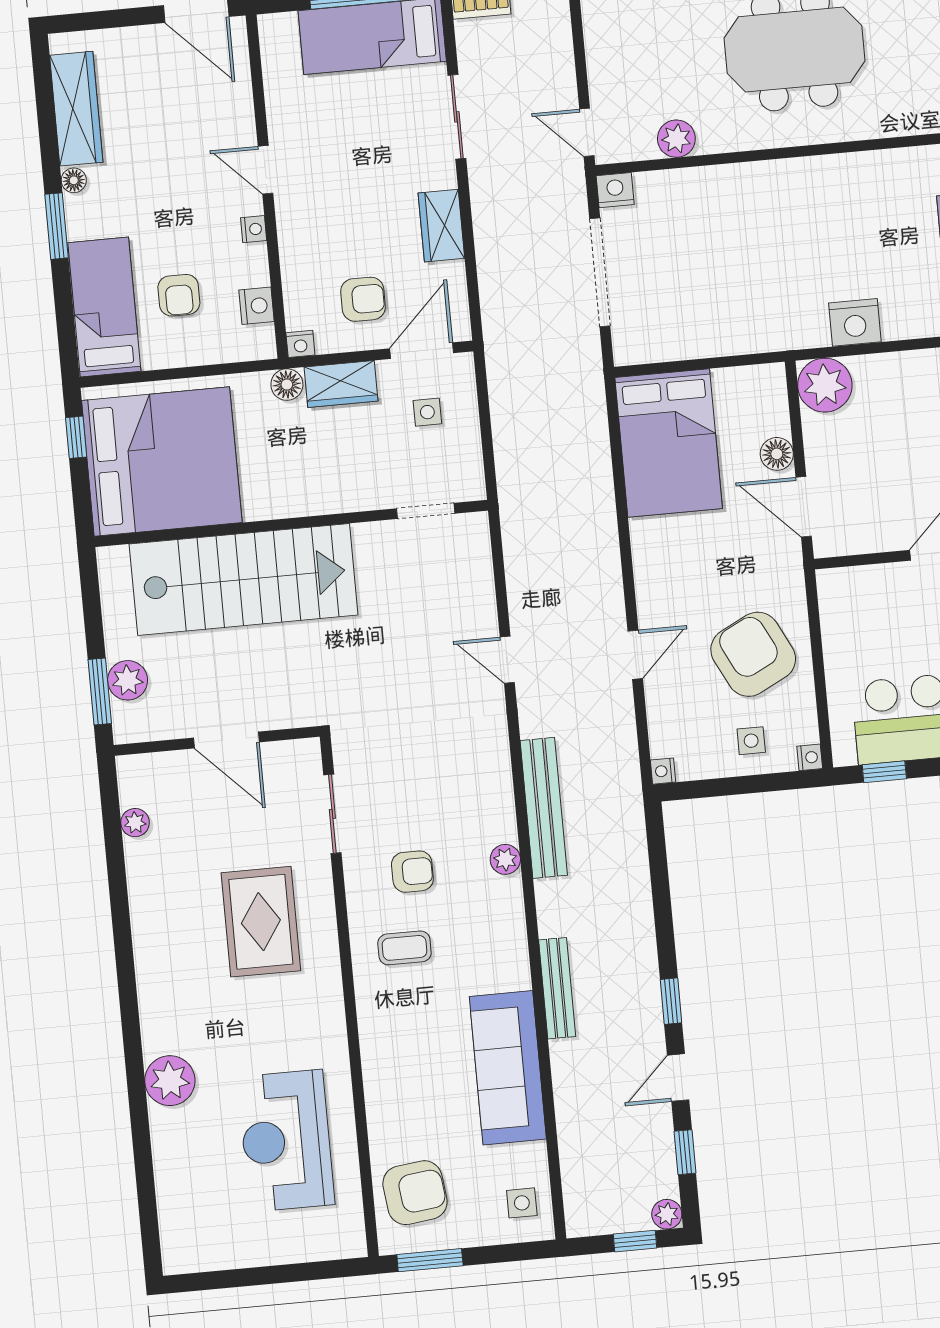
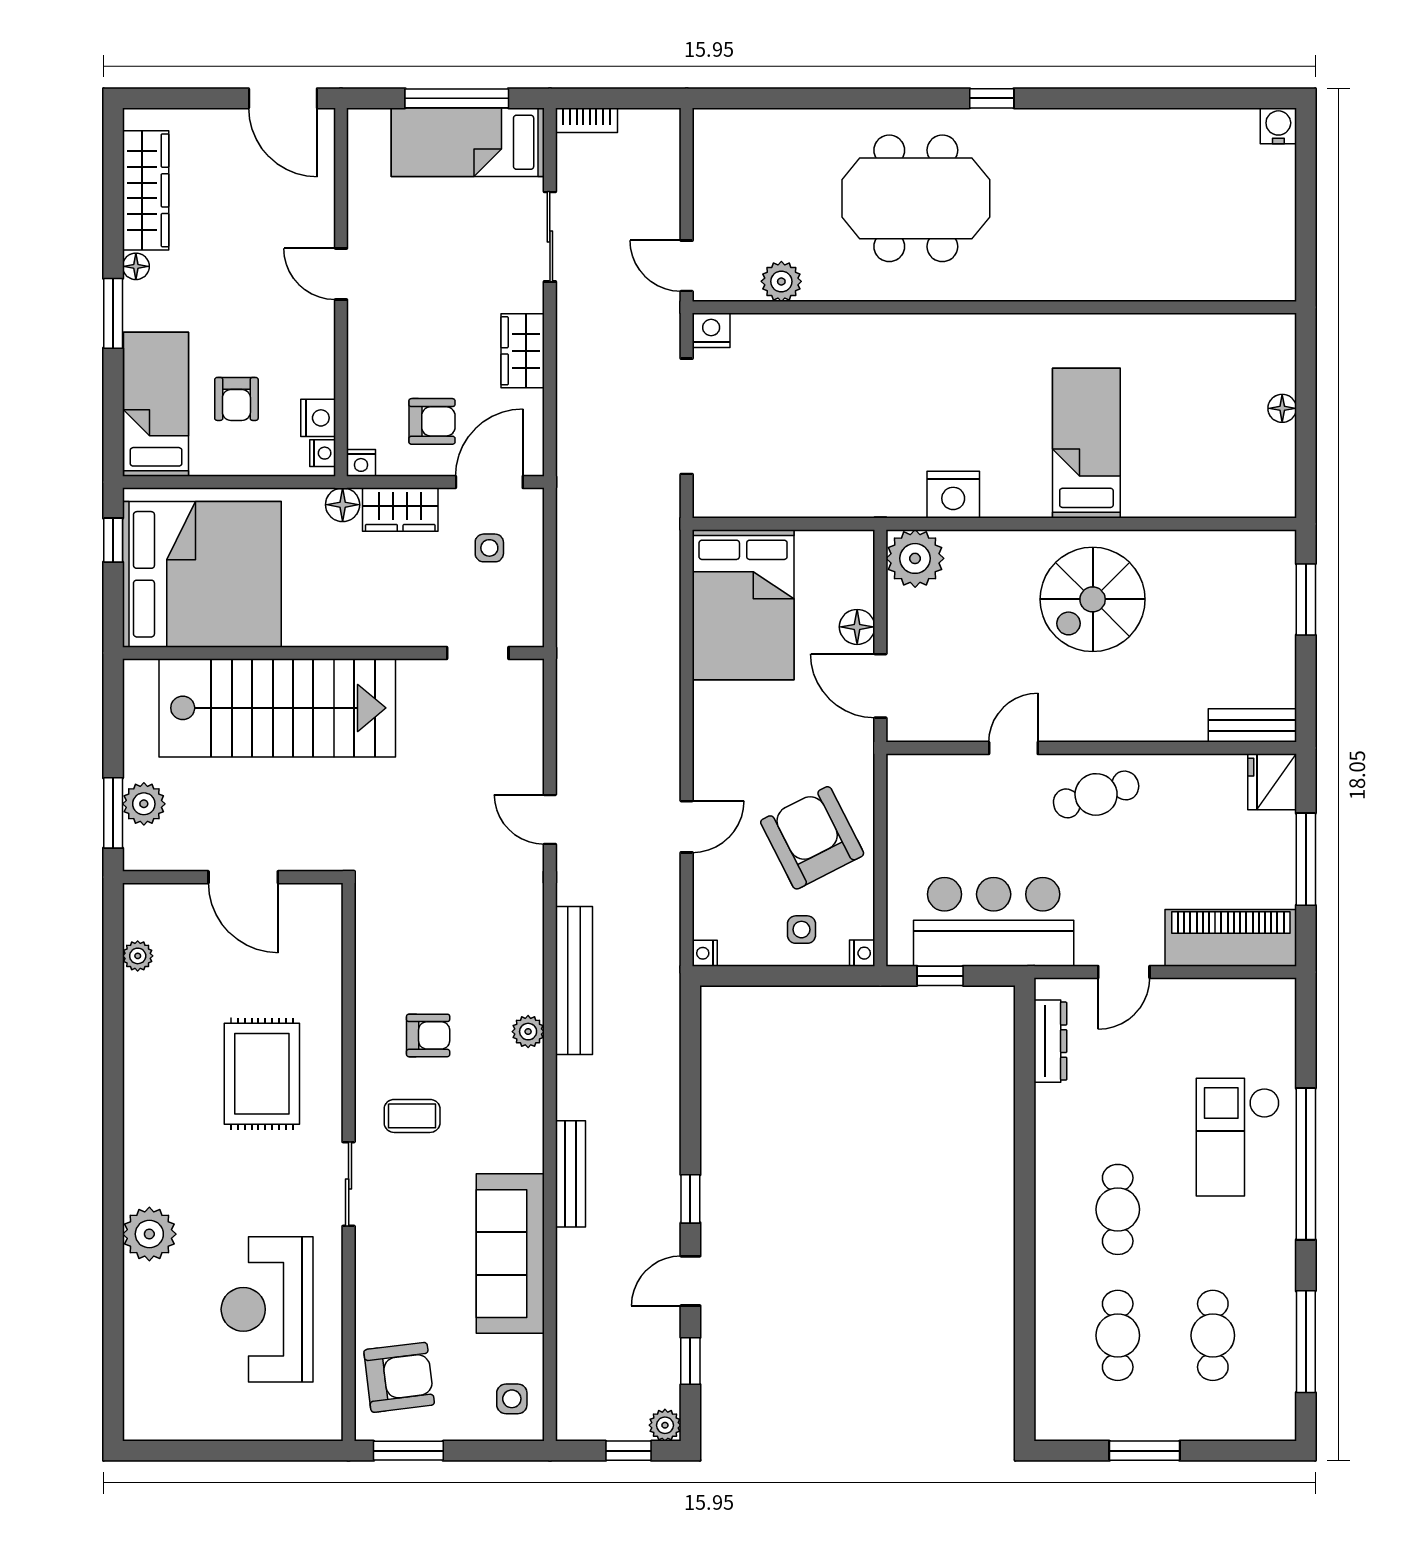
nightstand: (254, 229) -> (323, 453), moved
sliding door: (332, 814) -> (349, 1184), moved

